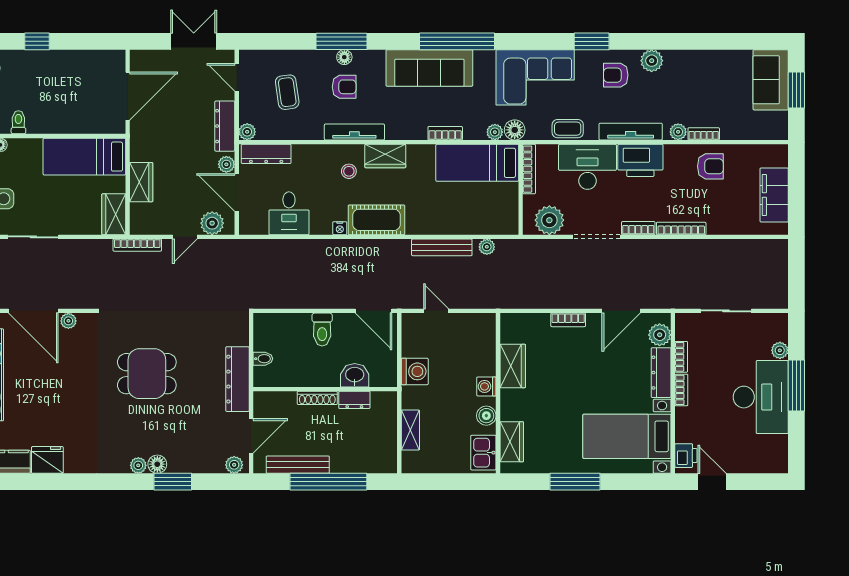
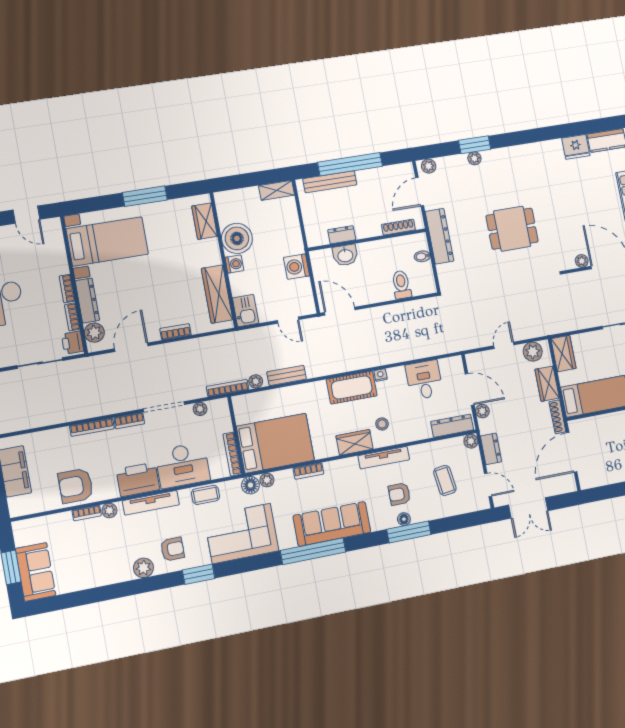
dresser: (225, 126) -> (491, 449), width x0.70
shoe rack: (136, 141) -> (557, 417), added
bed: (477, 163) -> (275, 443), width x1.50
armchair: (710, 166) -> (76, 486), width x1.38, depth x1.38
plant: (549, 220) -> (200, 409), width x0.53, depth x0.53
plant: (212, 223) -> (533, 352), moved
bookcase: (137, 245) -> (228, 388), moved
bench: (442, 247) -> (287, 375), width x0.73
toilet: (322, 329) -> (401, 285), moved
wardrobe: (513, 366) -> (217, 294), width x1.50
shoe rack: (317, 398) -> (398, 227), moved
boiler: (486, 416) -> (237, 238), width x1.86, depth x1.86
shelving: (410, 430) -> (277, 190), moved, turned 90
kitchen sink: (483, 453) -> (246, 311), moved
printer: (686, 456) -> (73, 343), moved
floor lamp: (157, 464) -> (490, 157), removed
plant: (138, 465) -> (474, 158), moved
bench: (298, 465) -> (330, 182), moved

